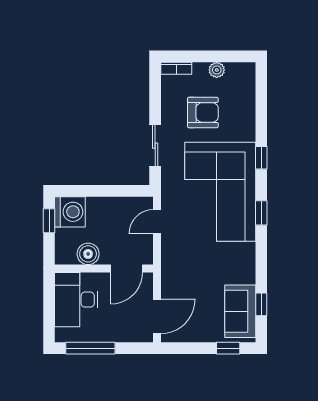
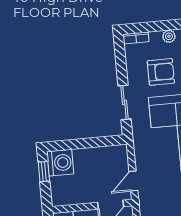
door: (157, 222) -> (133, 181), moved
boiler: (88, 254) -> (78, 196), removed

